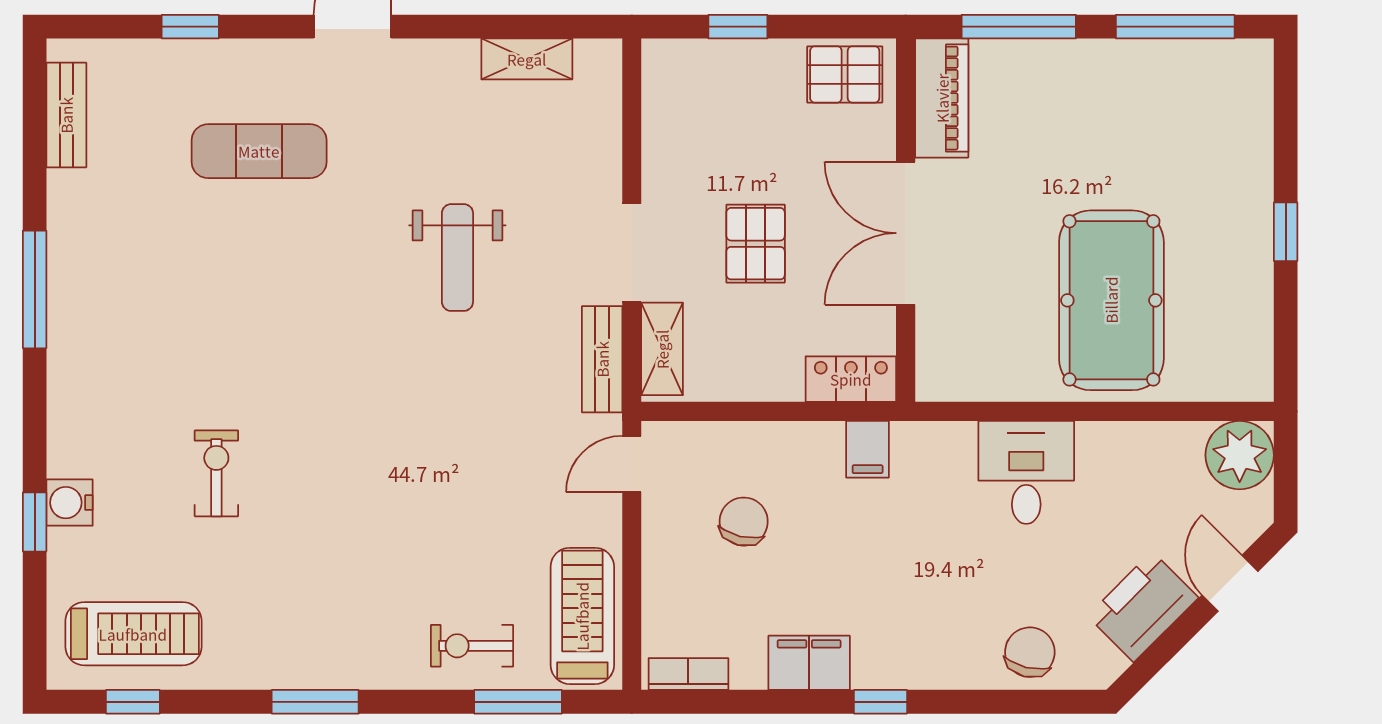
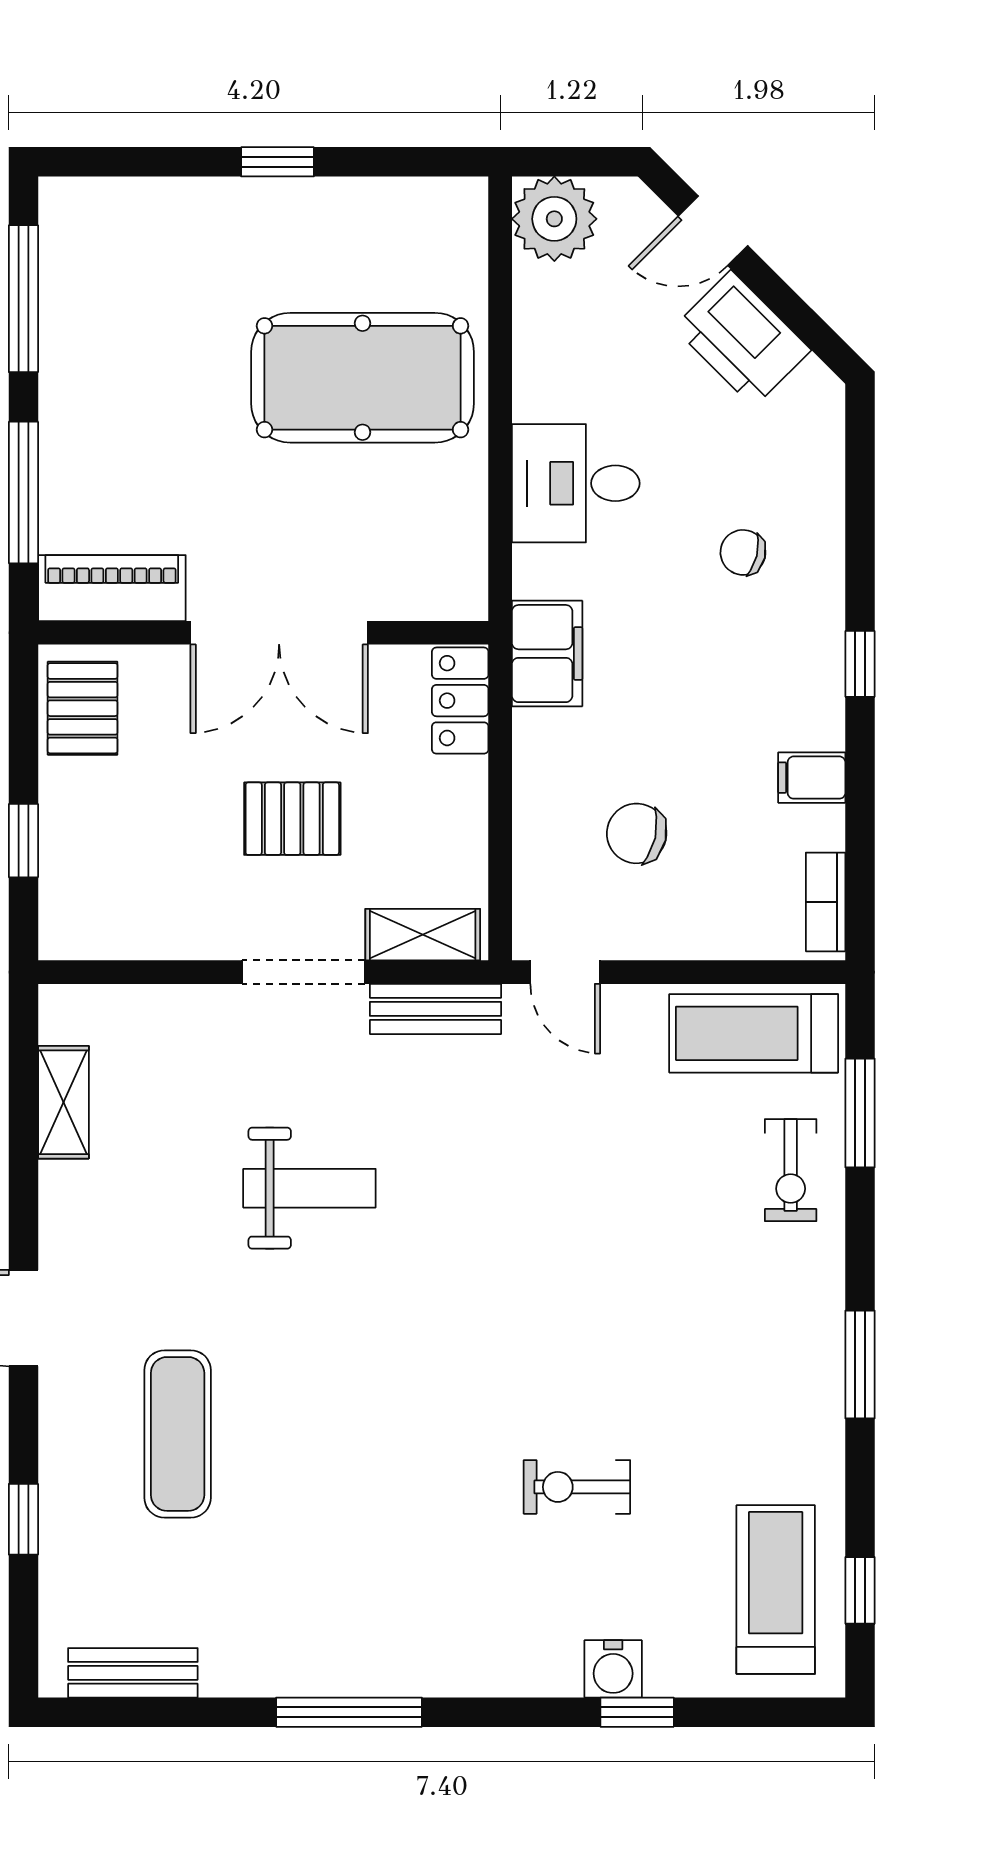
filing cabinet: (868, 449) -> (547, 654), width x2.00
chair: (1030, 652) -> (743, 552), moved, width x0.73, depth x0.73
filing cabinet: (809, 663) -> (812, 778), width x0.50

